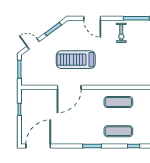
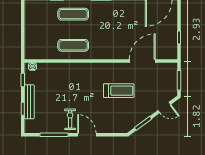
door: (92, 18) -> (87, 135), moved
treadmill: (76, 60) -> (119, 91), width x0.73, depth x0.73
door: (69, 87) -> (142, 61), moved

